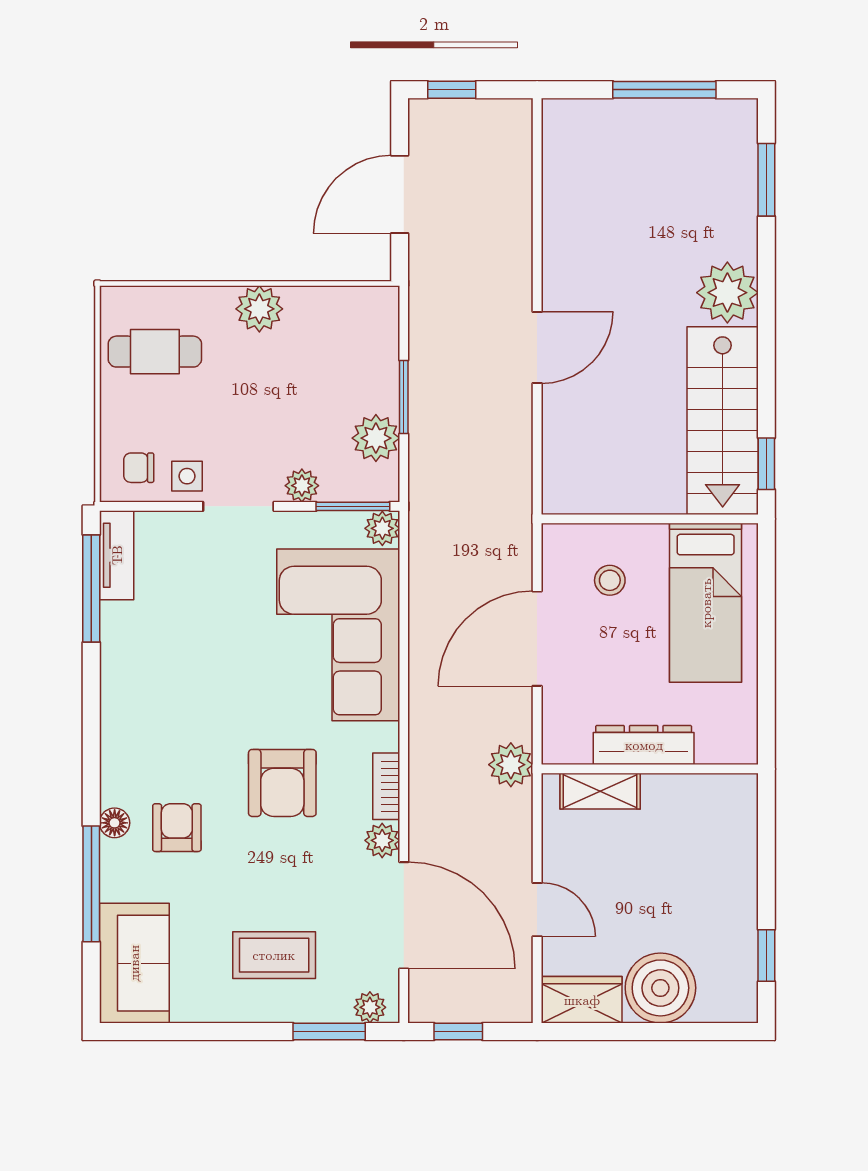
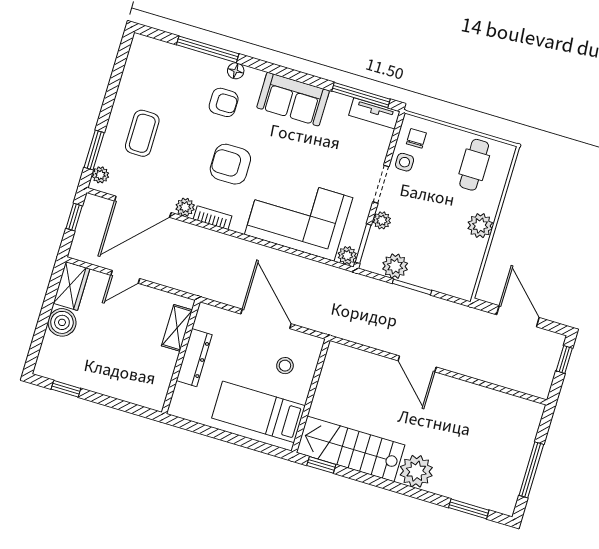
plant: (511, 765) -> (205, 286), removed
sofa: (134, 963) -> (293, 99), moved
boiler: (660, 988) -> (62, 322), width x0.73, depth x0.73

